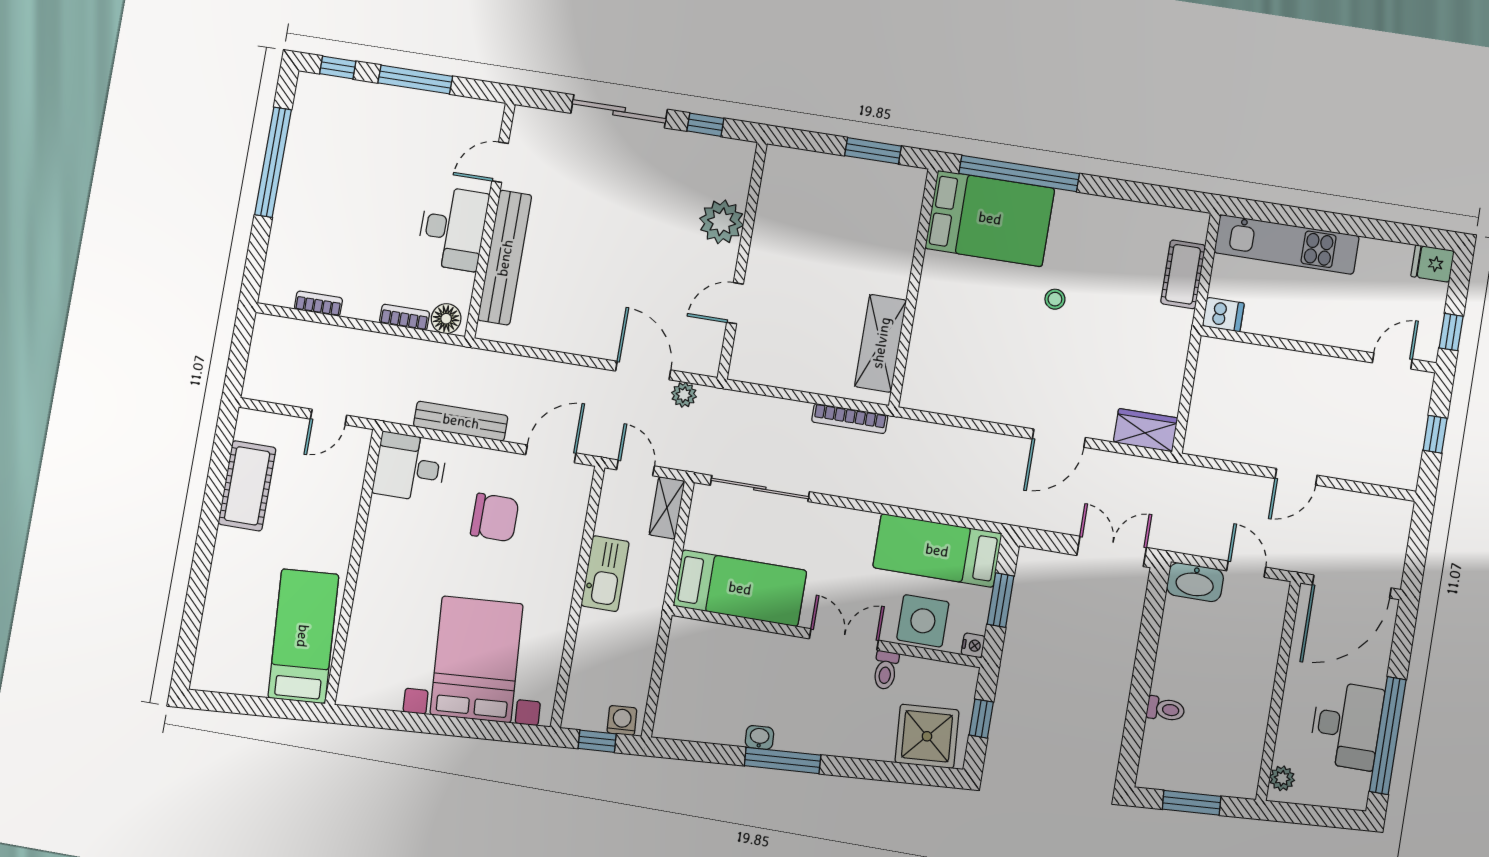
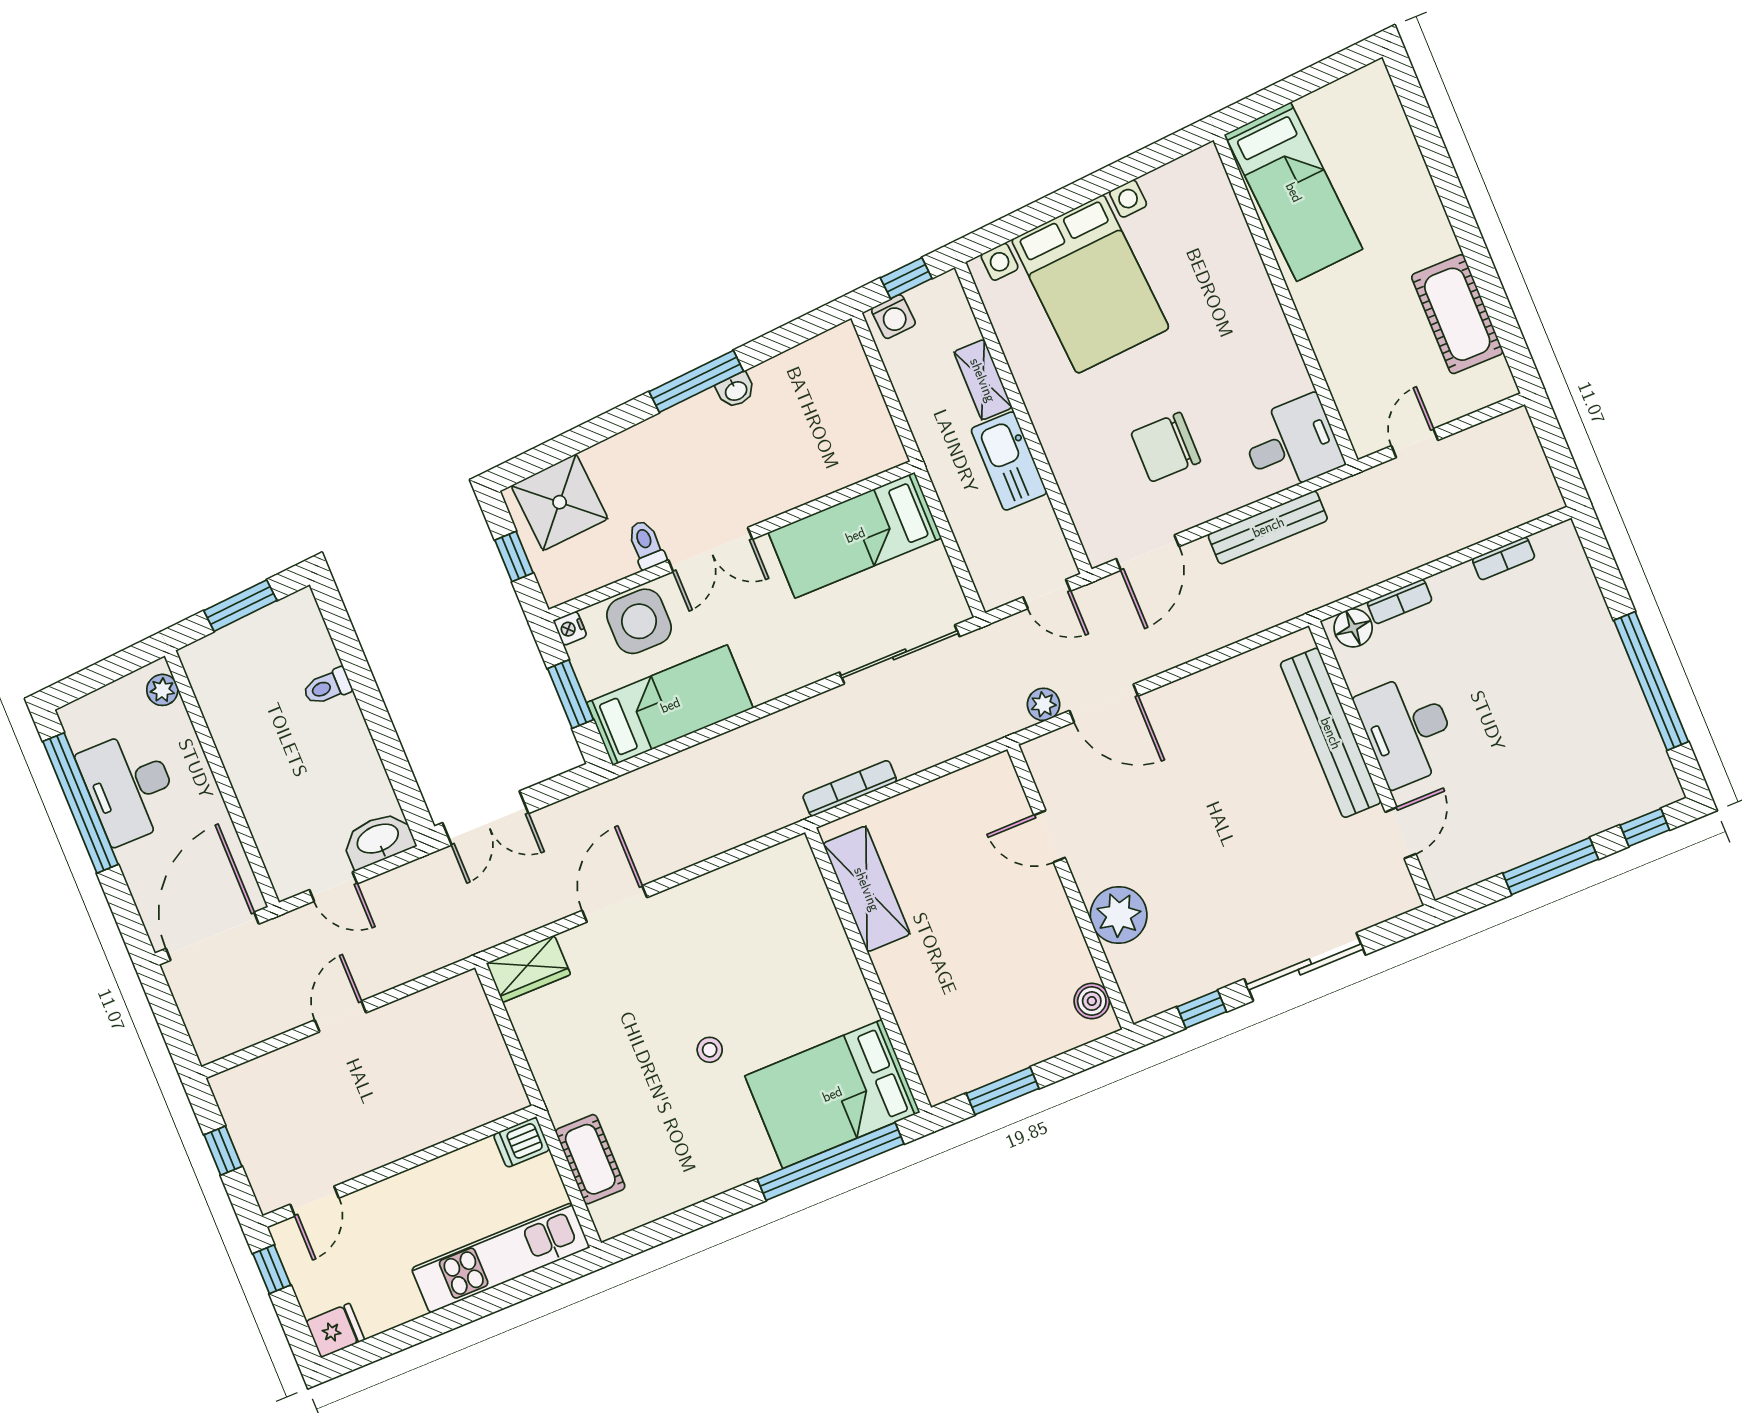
boiler: (775, 175) -> (1092, 1001), added
door: (735, 303) -> (1050, 836), swing flipped
shelving: (667, 508) -> (983, 380), moved

